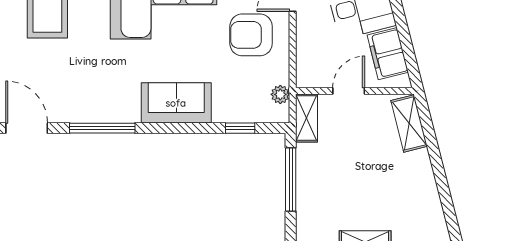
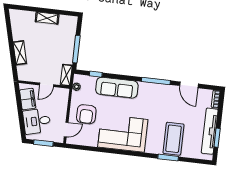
armchair: (251, 35) -> (86, 114), turned 90
sofa: (176, 103) -> (117, 88), width x1.36
shelving: (409, 123) -> (20, 53), moved

